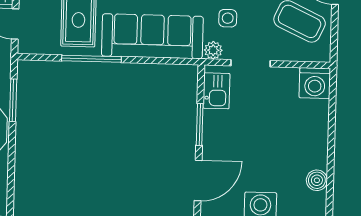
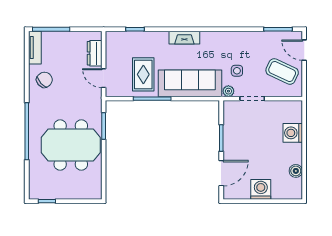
washing machine: (315, 83) -> (293, 133), moved, turned 90
kitchen sink: (216, 91) -> (231, 117), removed

